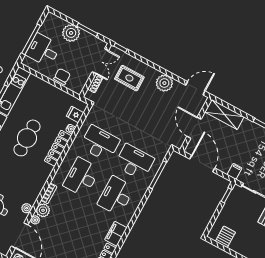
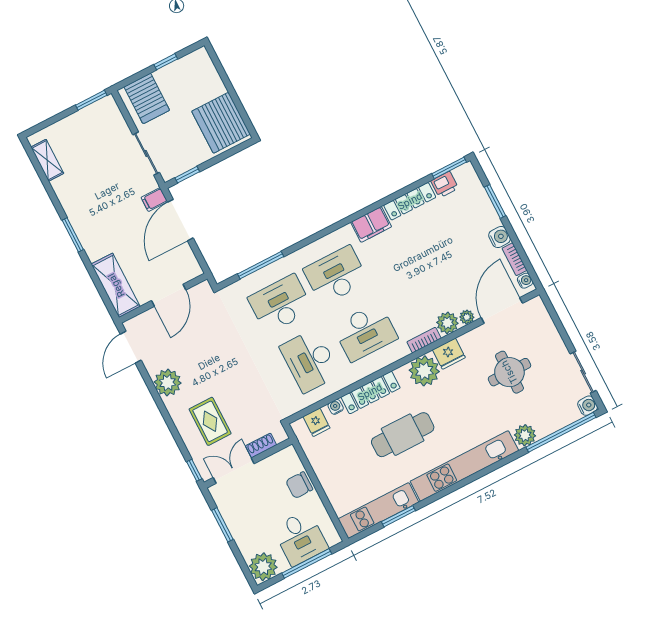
plant: (71, 33) -> (263, 567), moved
door: (195, 88) -> (131, 347), hinge flipped
desk: (134, 162) -> (280, 304), turned 90
door: (202, 164) -> (180, 220), moved
fridge: (32, 195) -> (449, 354), added
desk: (116, 196) -> (336, 275), turned 180
plant: (27, 208) -> (424, 371), moved, width x1.87, depth x1.87
server rack: (225, 237) -> (221, 123), width x2.18, depth x1.44

